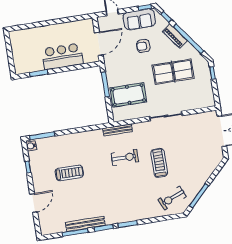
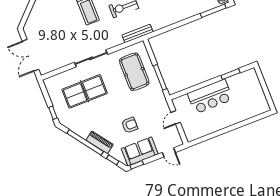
door: (99, 44) -> (176, 117), width x0.53
table tennis table: (173, 72) -> (85, 91), moved
pool table: (128, 95) -> (134, 72), turned 90

